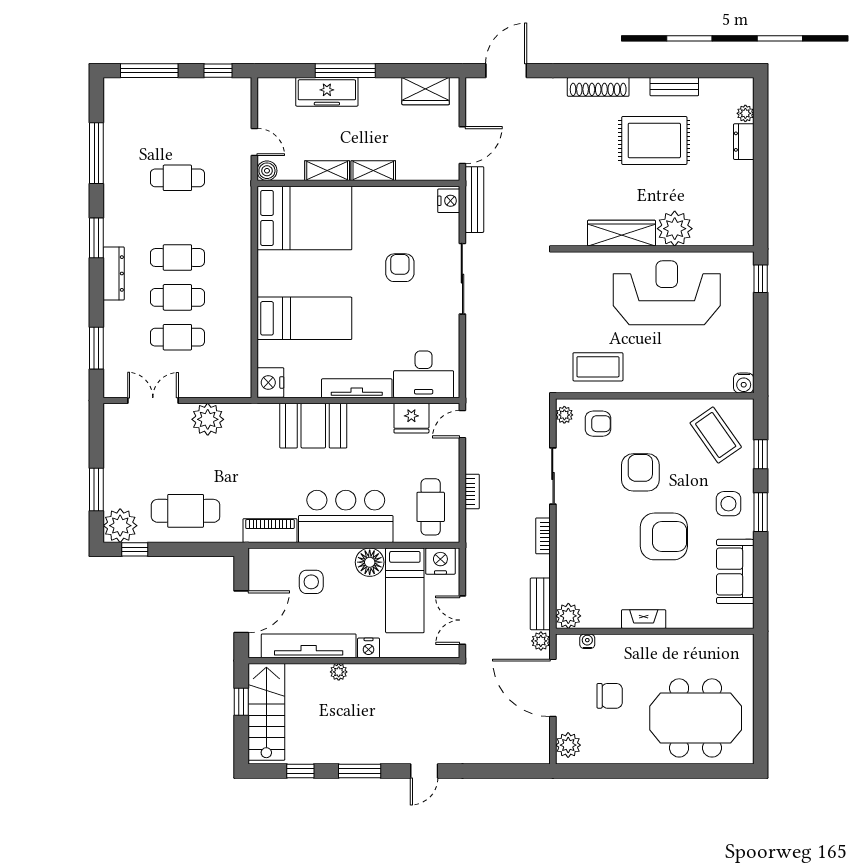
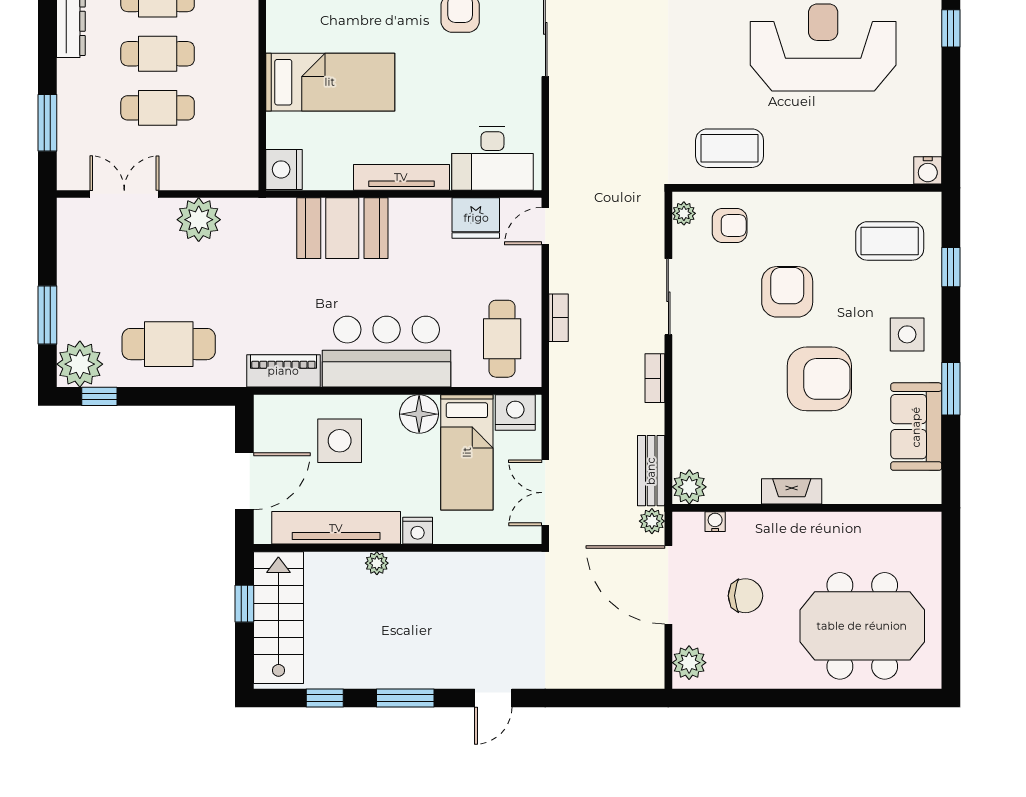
coffee table: (716, 435) -> (890, 241), turned -55
window: (761, 512) -> (951, 389), moved
side table: (311, 582) -> (340, 441), width x1.37, depth x1.37

